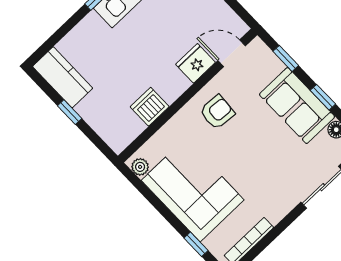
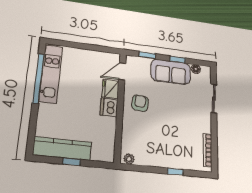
kitchen counter: (63, 77) -> (62, 149), width x1.50
dishwasher: (150, 107) -> (109, 107), moved
corner sofa: (193, 190) -> (162, 149), removed
window: (196, 244) -> (175, 172), moved

